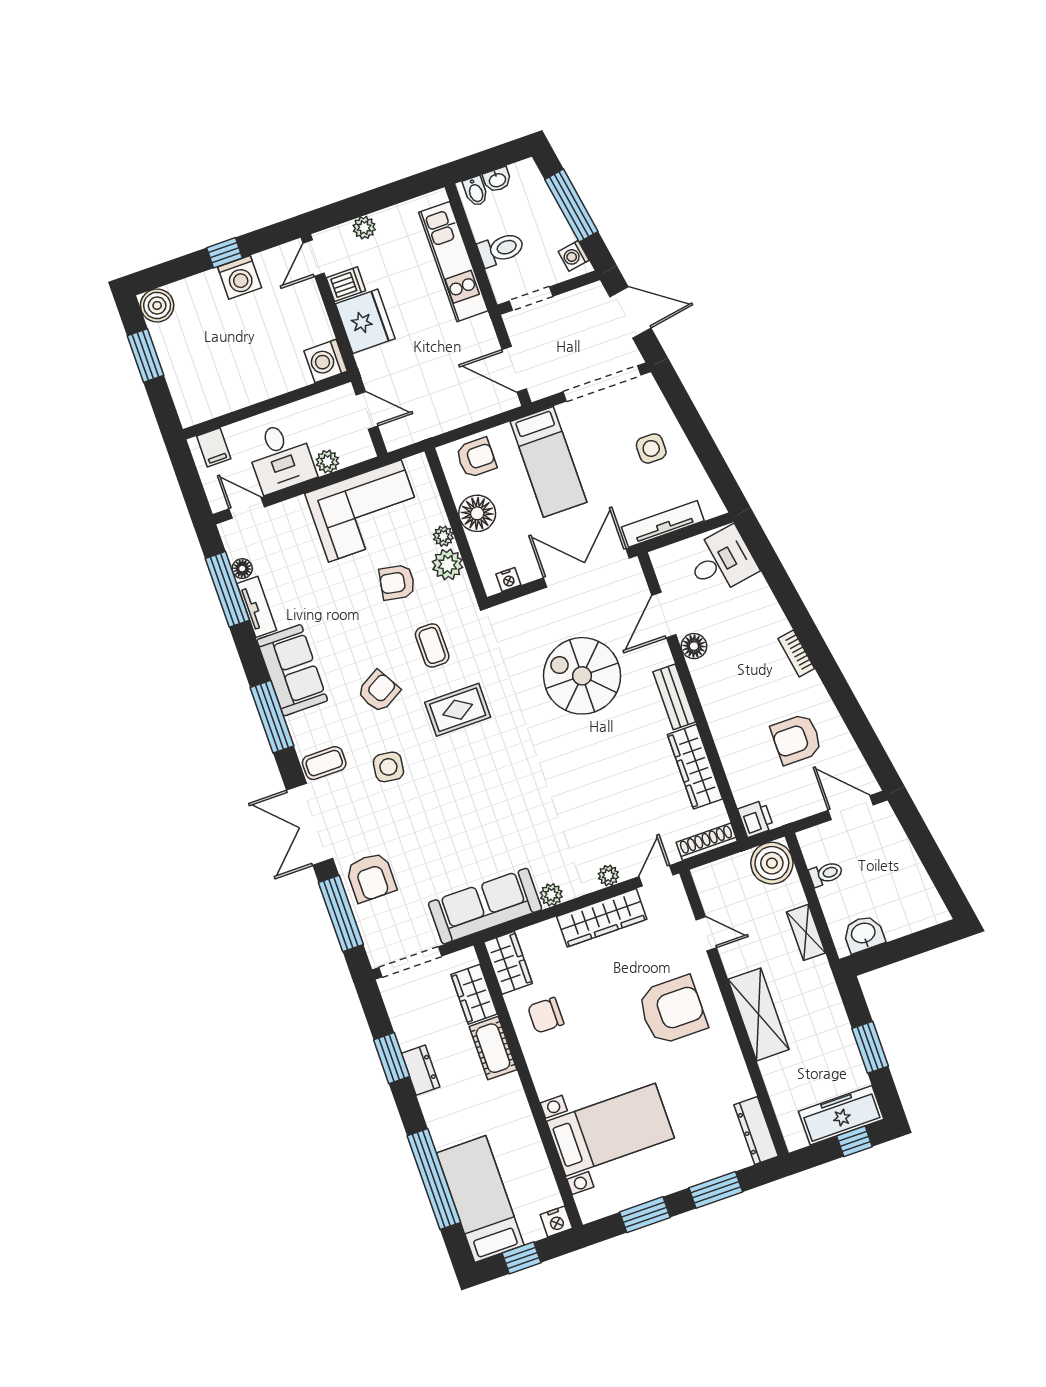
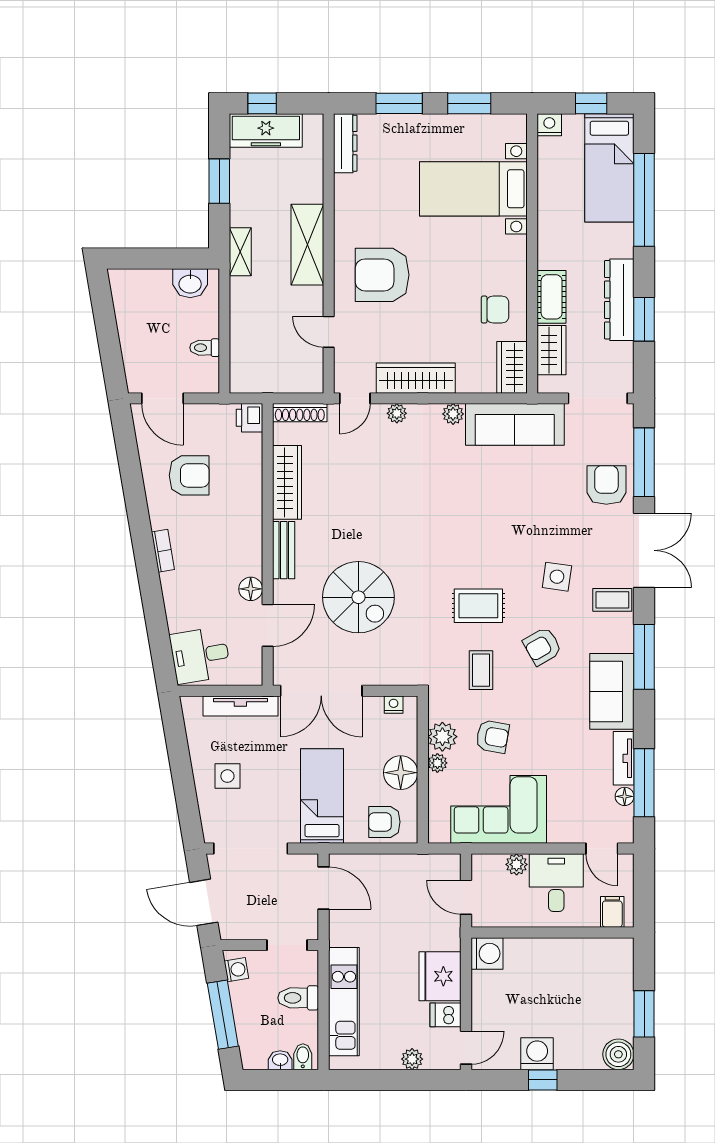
boiler: (772, 863) -> (249, 374), removed
shelving: (806, 932) -> (240, 252), moved
dresser: (421, 1070) -> (619, 300), width x1.96, depth x1.24

